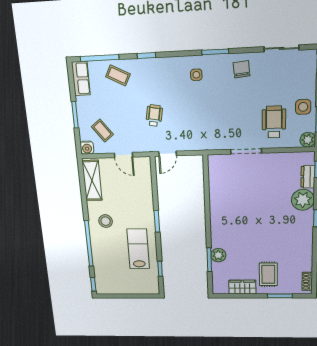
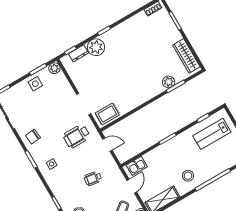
wheelchair: (274, 122) -> (77, 136), moved
door: (168, 154) -> (107, 145), moved
kitchen sink: (144, 173) -> (137, 166), added
lab bench: (138, 249) -> (212, 134), moved
rug: (268, 274) -> (107, 114), moved
wardrobe: (242, 287) -> (186, 56), width x1.50

